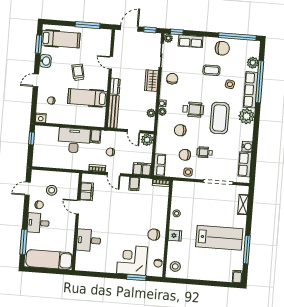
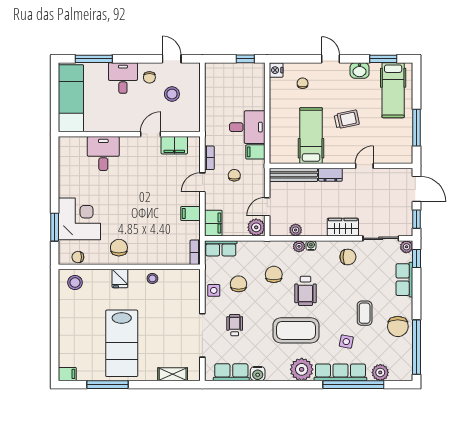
desk: (74, 140) -> (247, 127), width x0.73
wheelchair: (205, 152) -> (235, 325), moved

